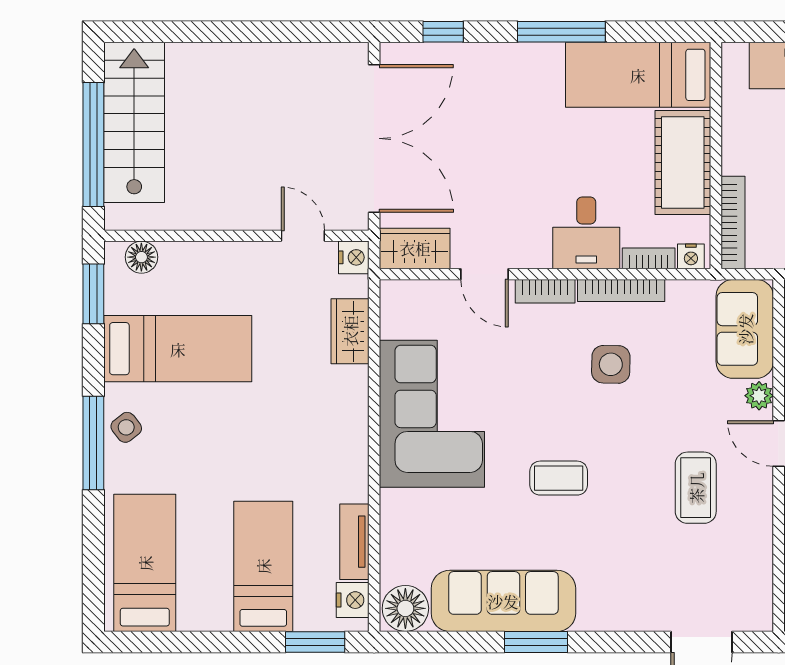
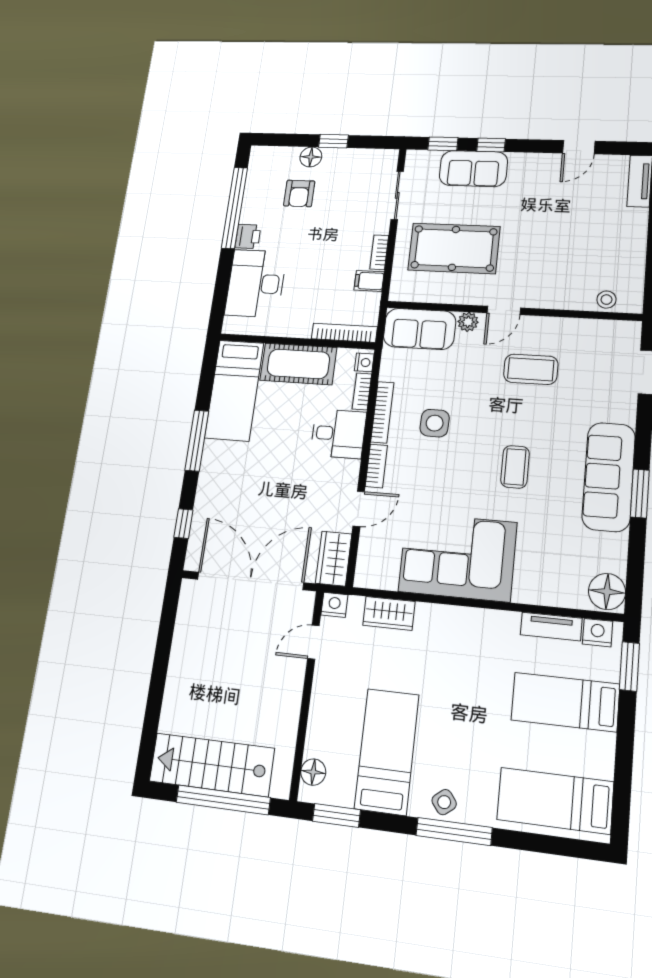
sofa: (503, 601) -> (609, 477), moved

